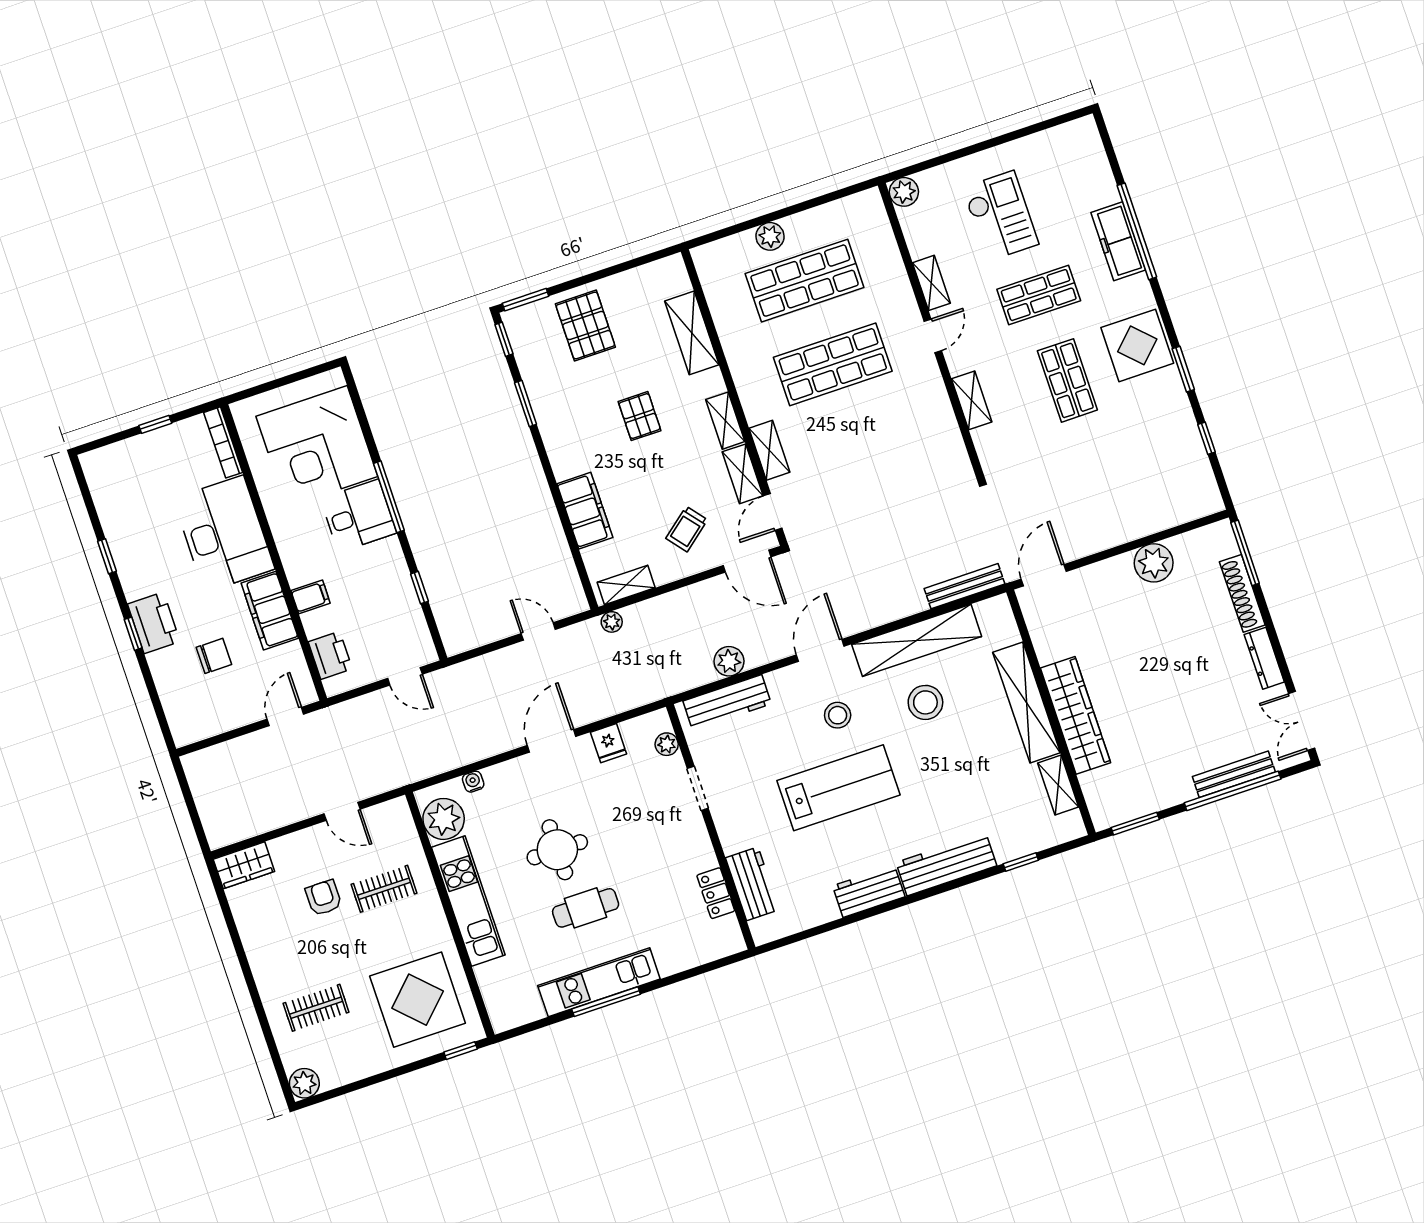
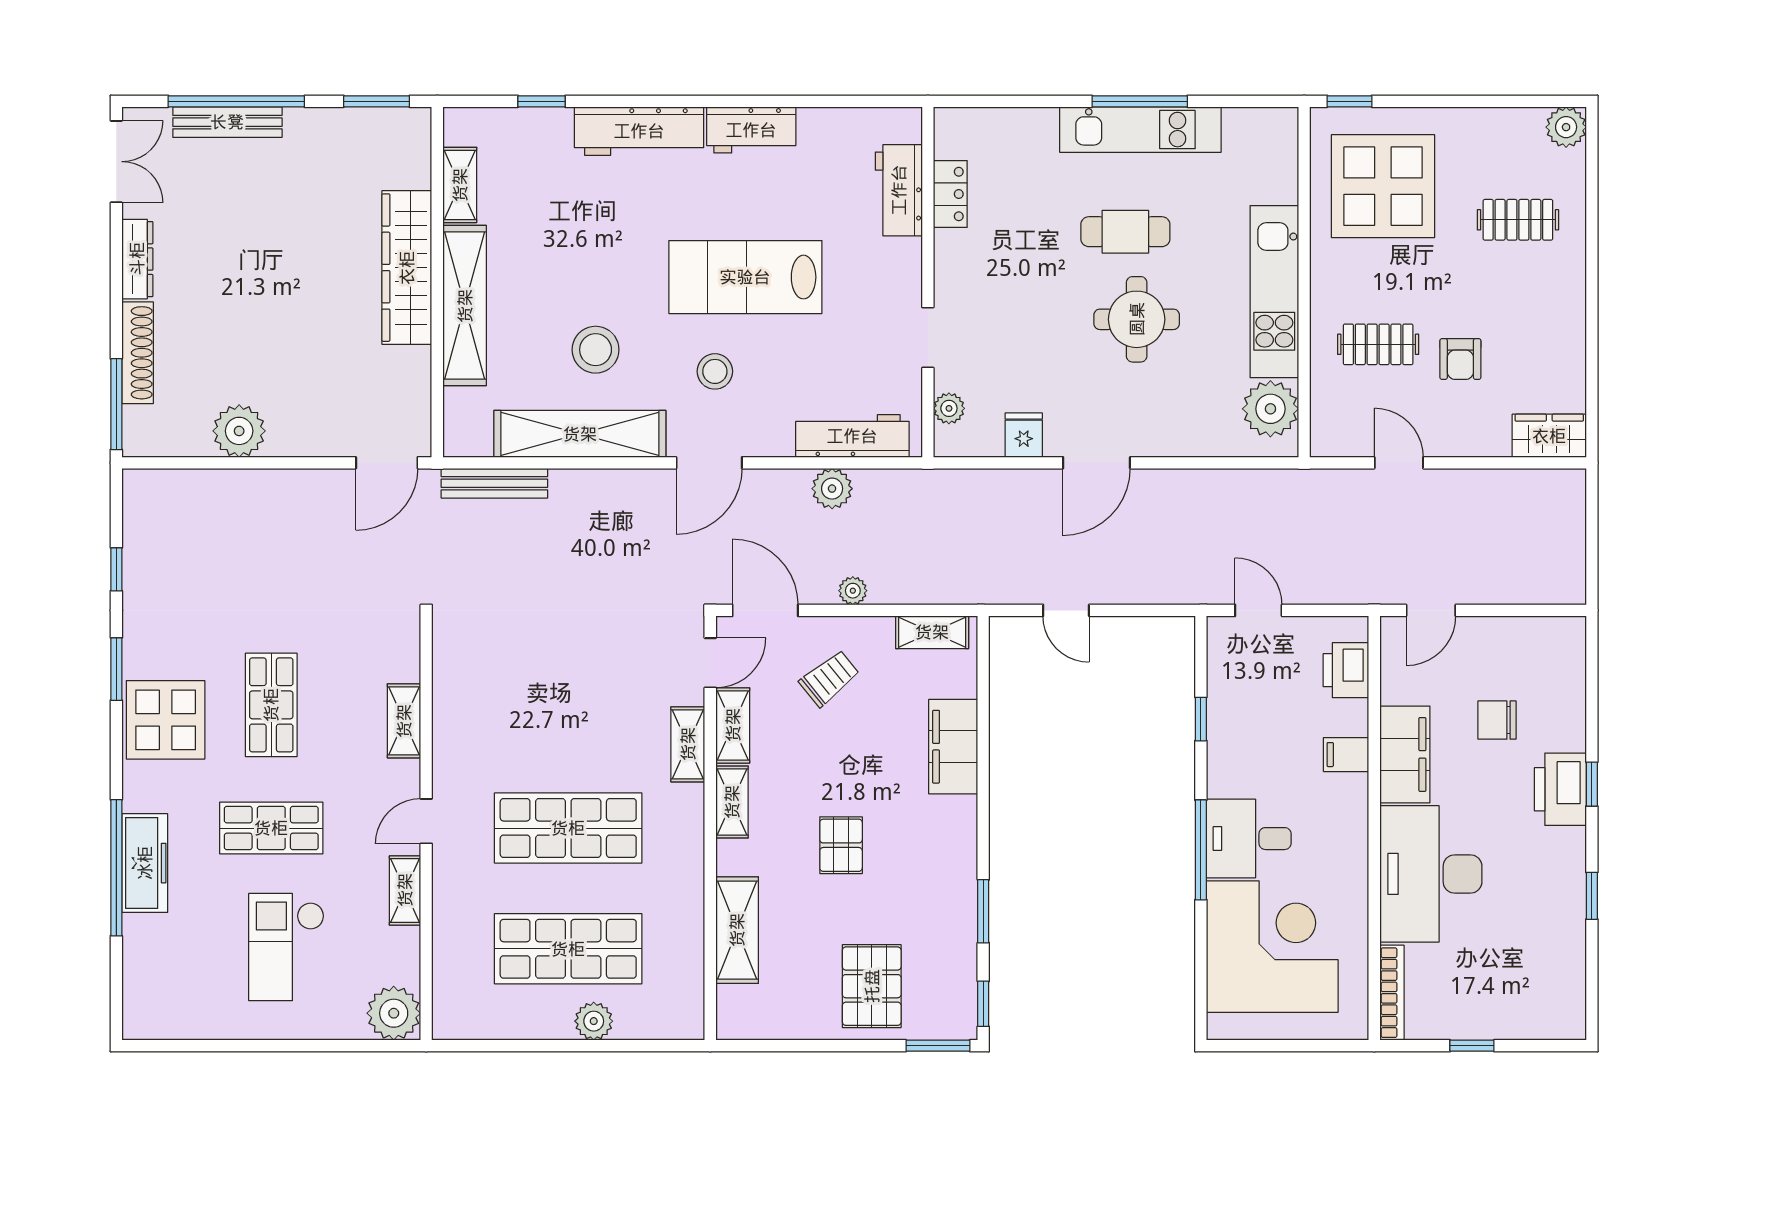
plant: (904, 192) -> (394, 1013), width x1.36, depth x1.36
plant: (612, 622) -> (853, 591), moved
water cooler: (473, 782) -> (1216, 444), removed

